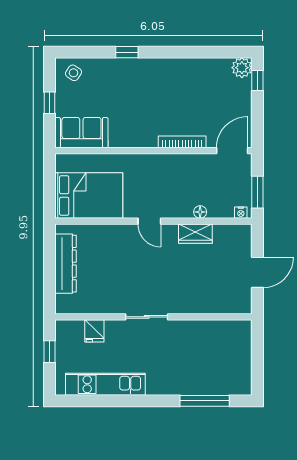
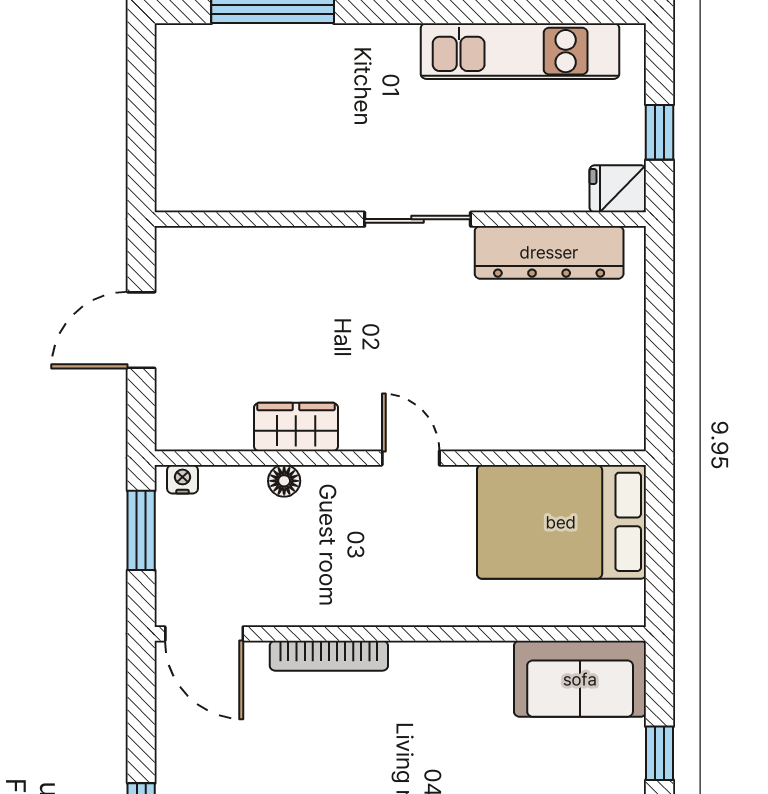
door: (232, 151) -> (204, 634), hinge flipped
dresser: (66, 264) -> (549, 252), moved, turned -90
fridge: (94, 331) -> (618, 189), moved, turned -90

